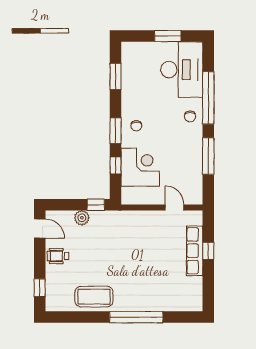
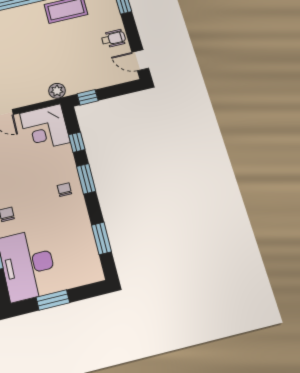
corner desk: (140, 167) -> (45, 128), moved
plant: (82, 218) -> (57, 91), moved

